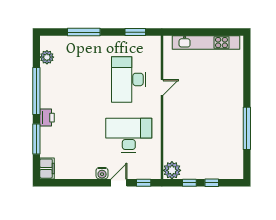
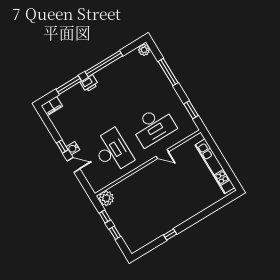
plant: (47, 57) -> (144, 50), moved
desk: (129, 79) -> (153, 126), turned 180
window: (247, 128) -> (170, 234), width x0.32
window: (144, 183) -> (62, 146), moved

